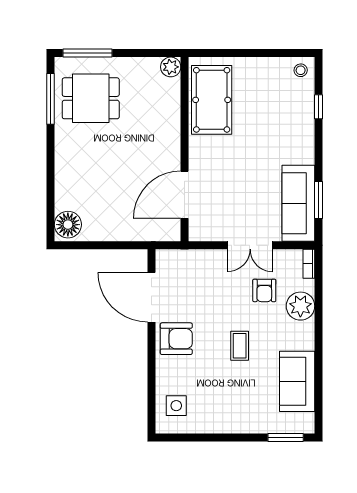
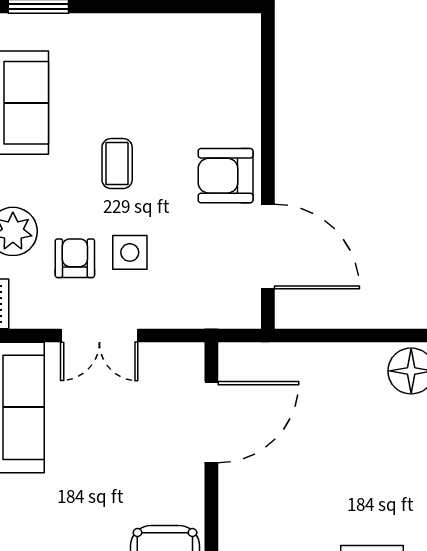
double door: (250, 245) -> (99, 336), swing flipped
side table: (176, 406) -> (130, 252), moved

